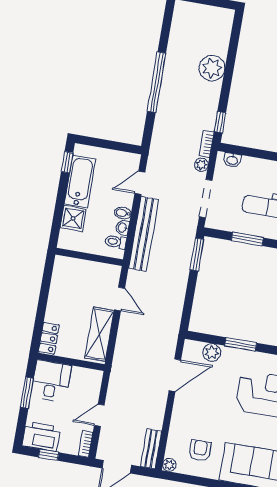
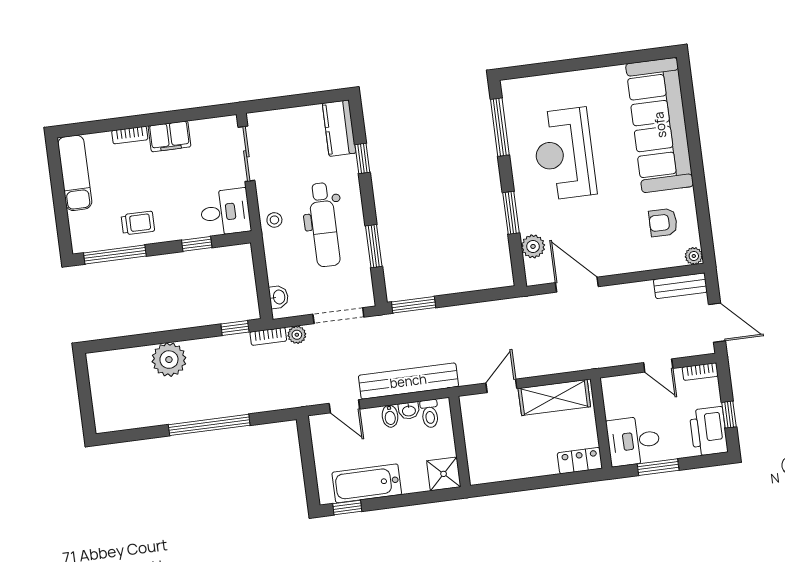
shower: (73, 218) -> (444, 474), moved

